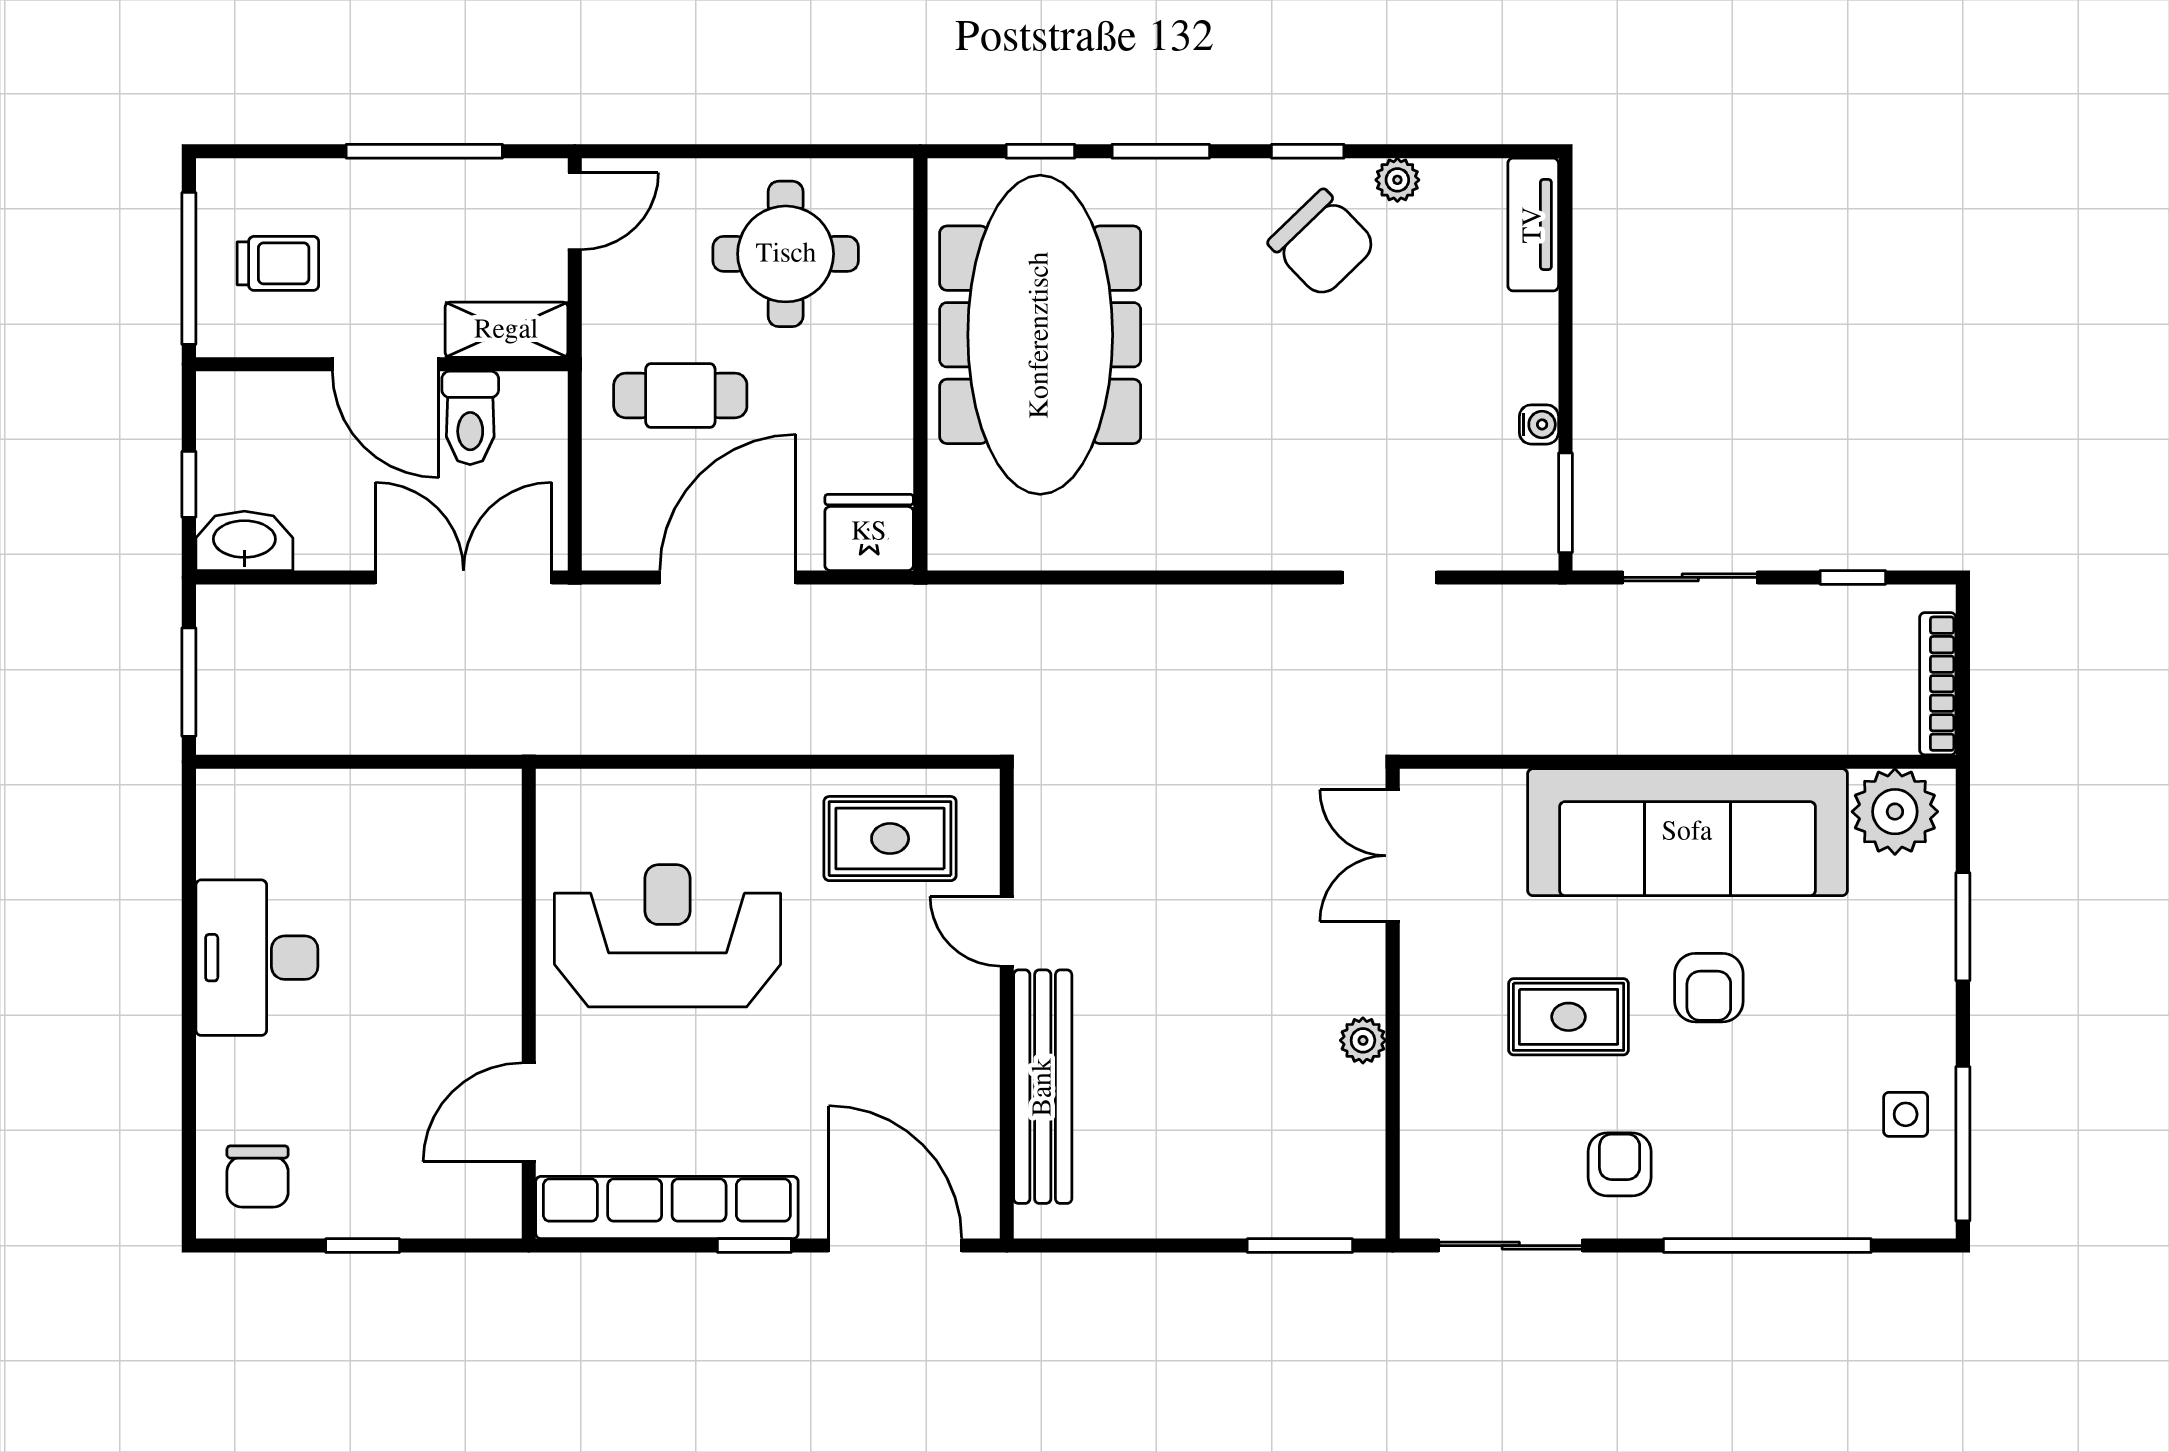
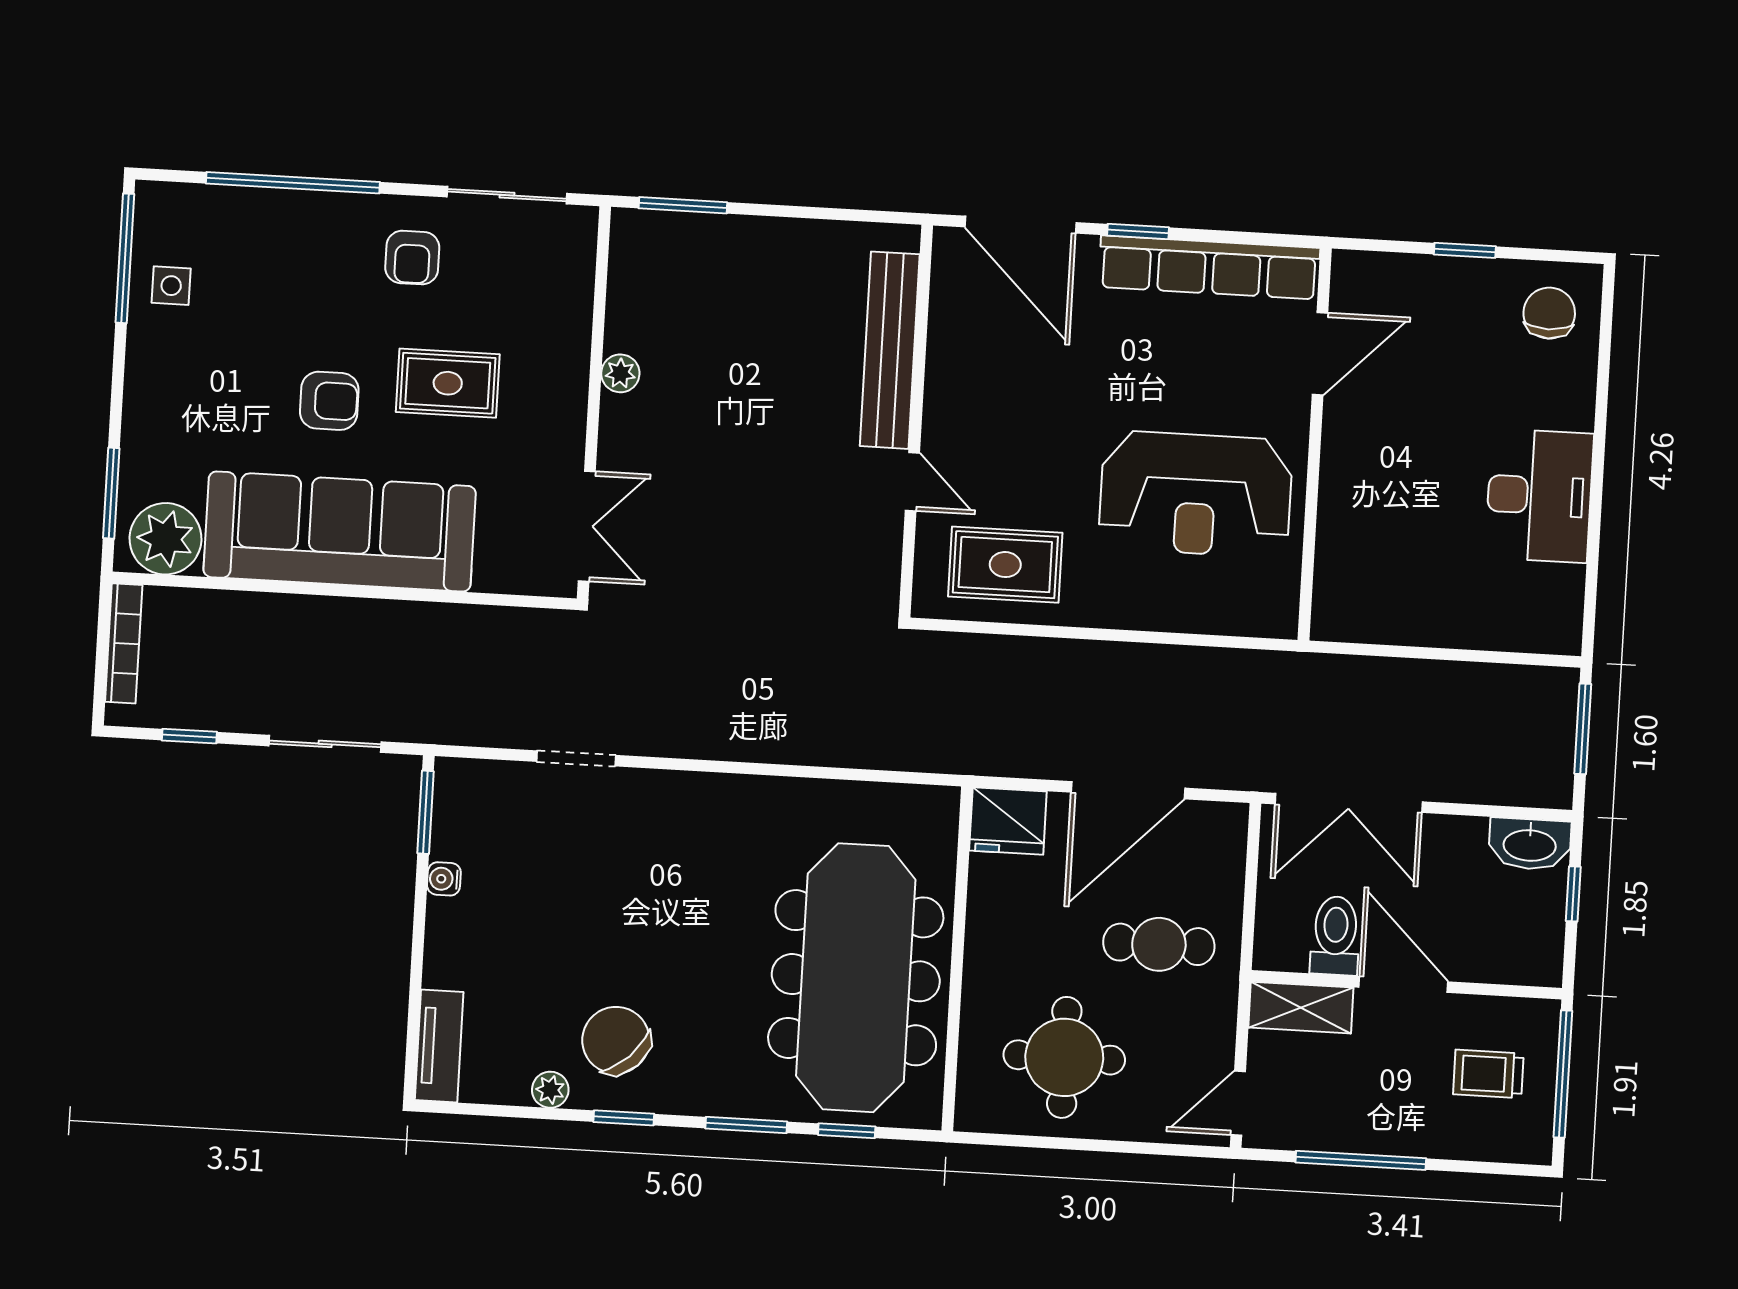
window: (1963, 927) -> (111, 493), moved
armchair: (1709, 988) -> (329, 401), turned 90

